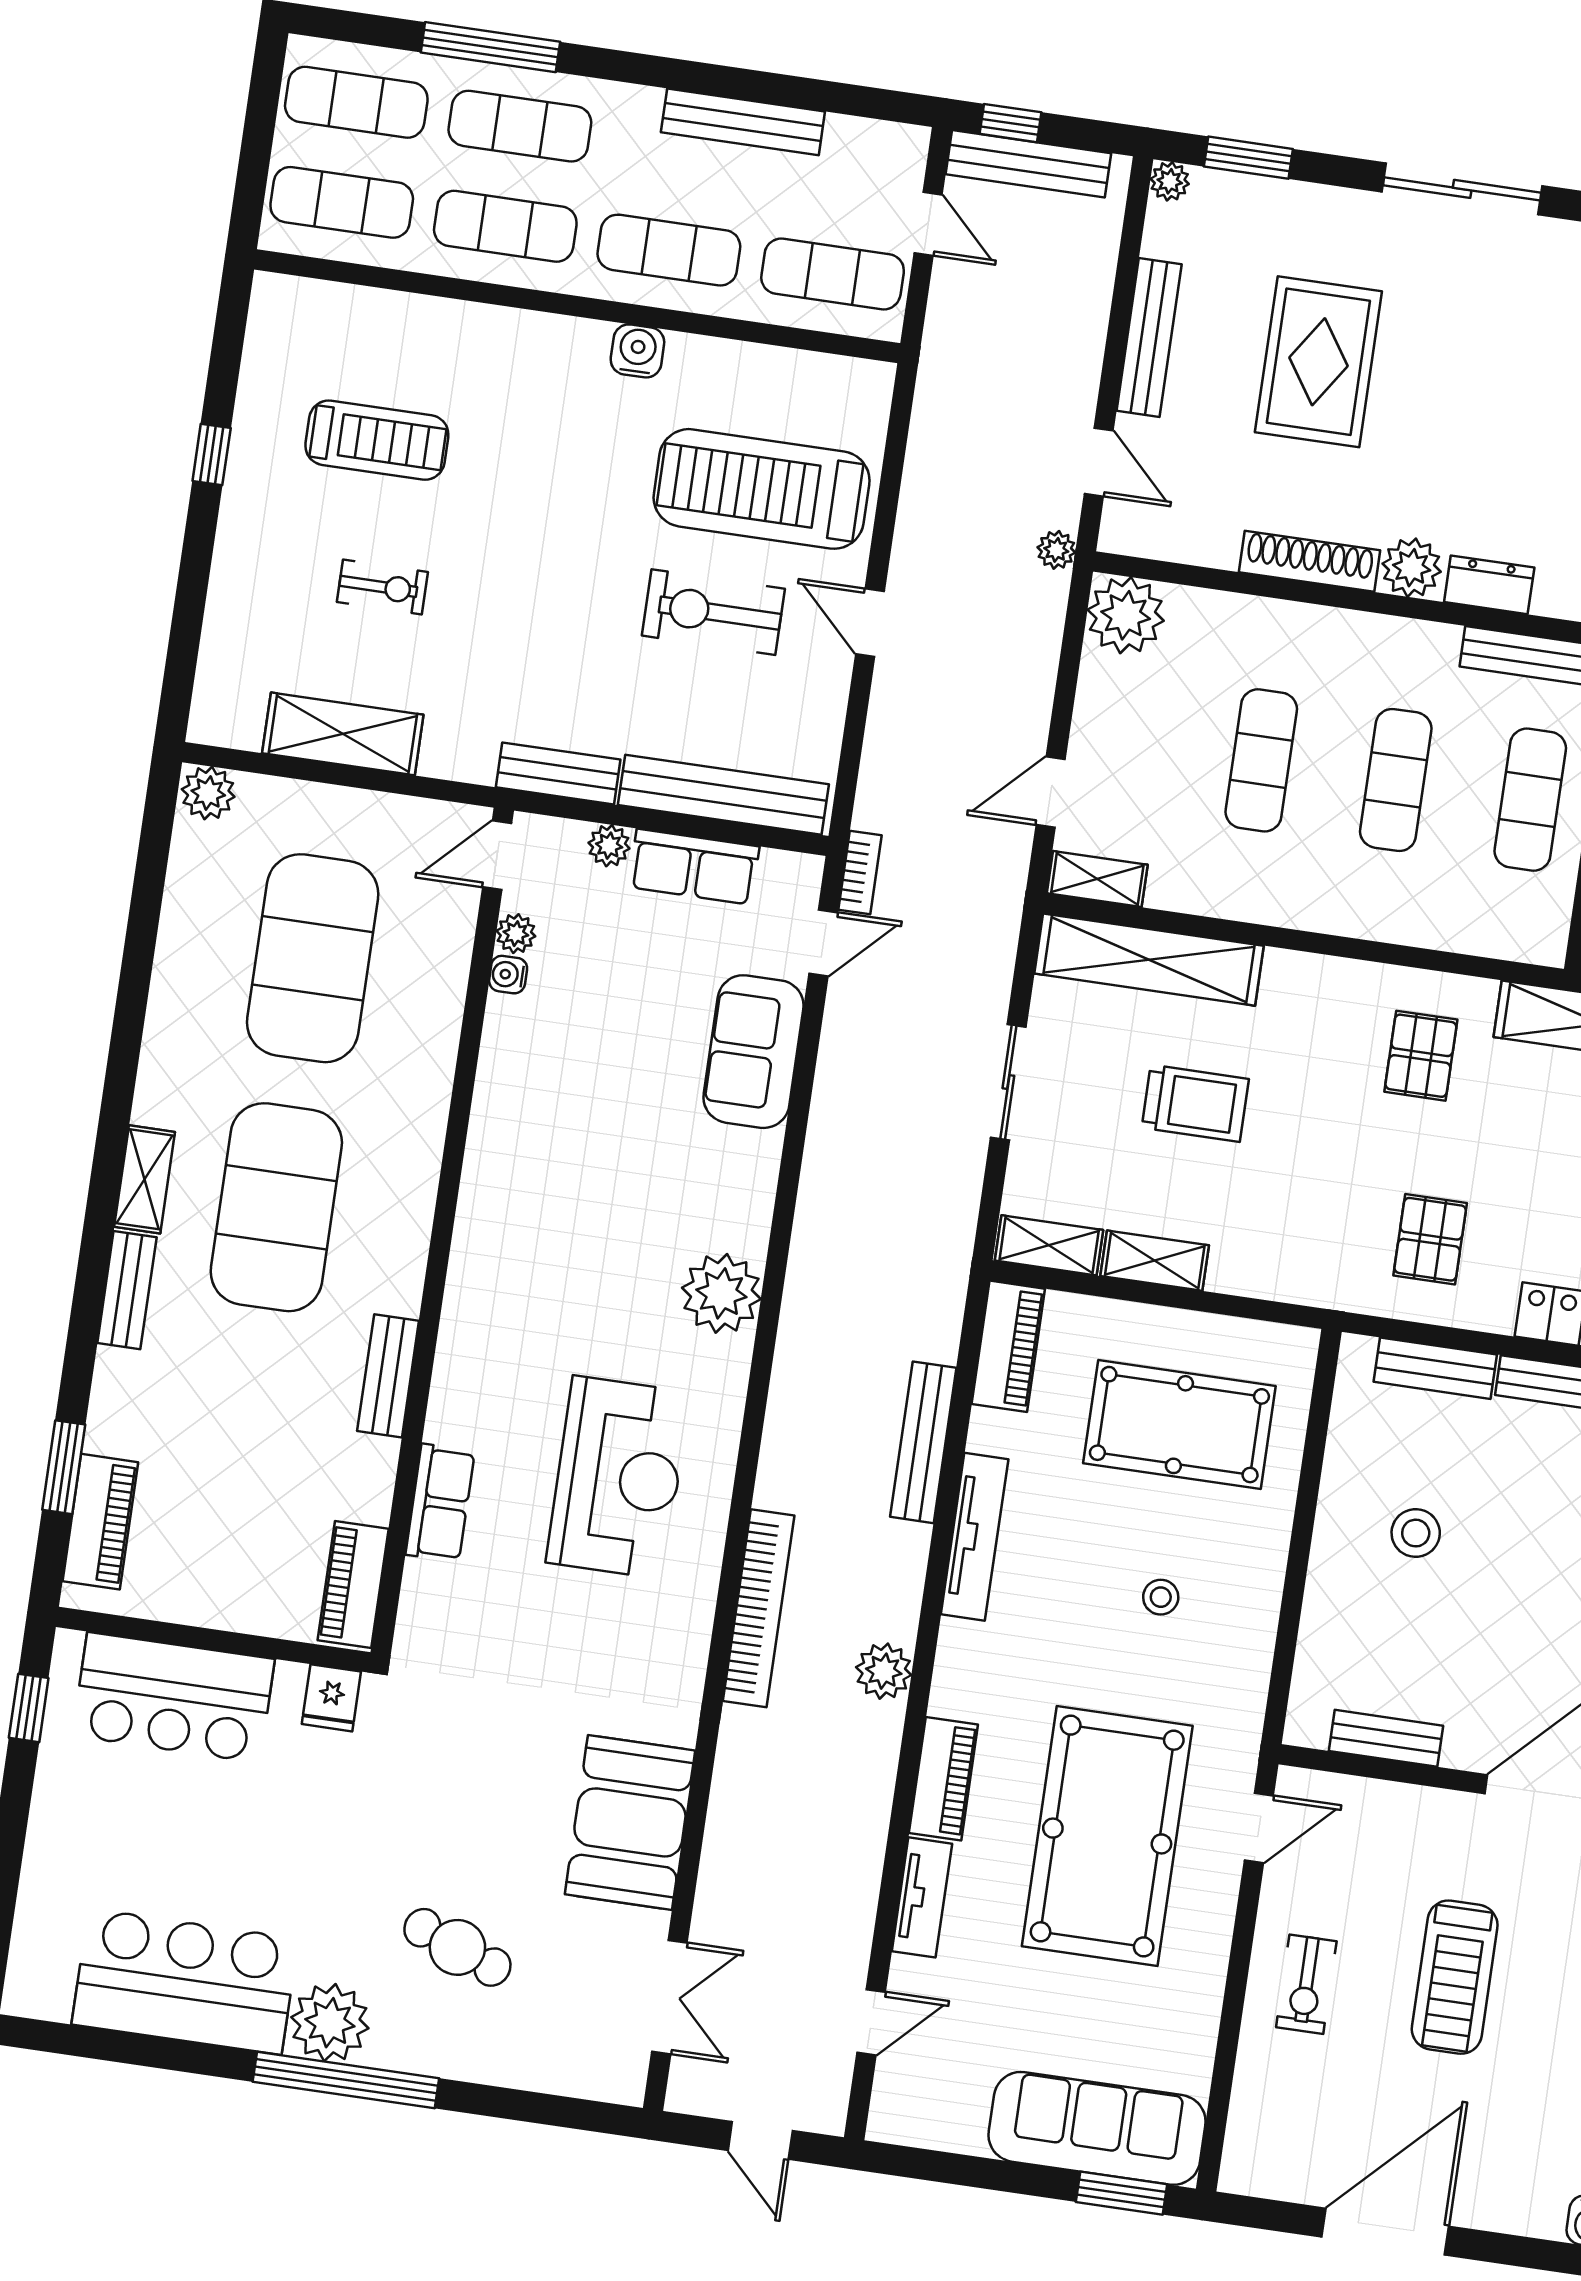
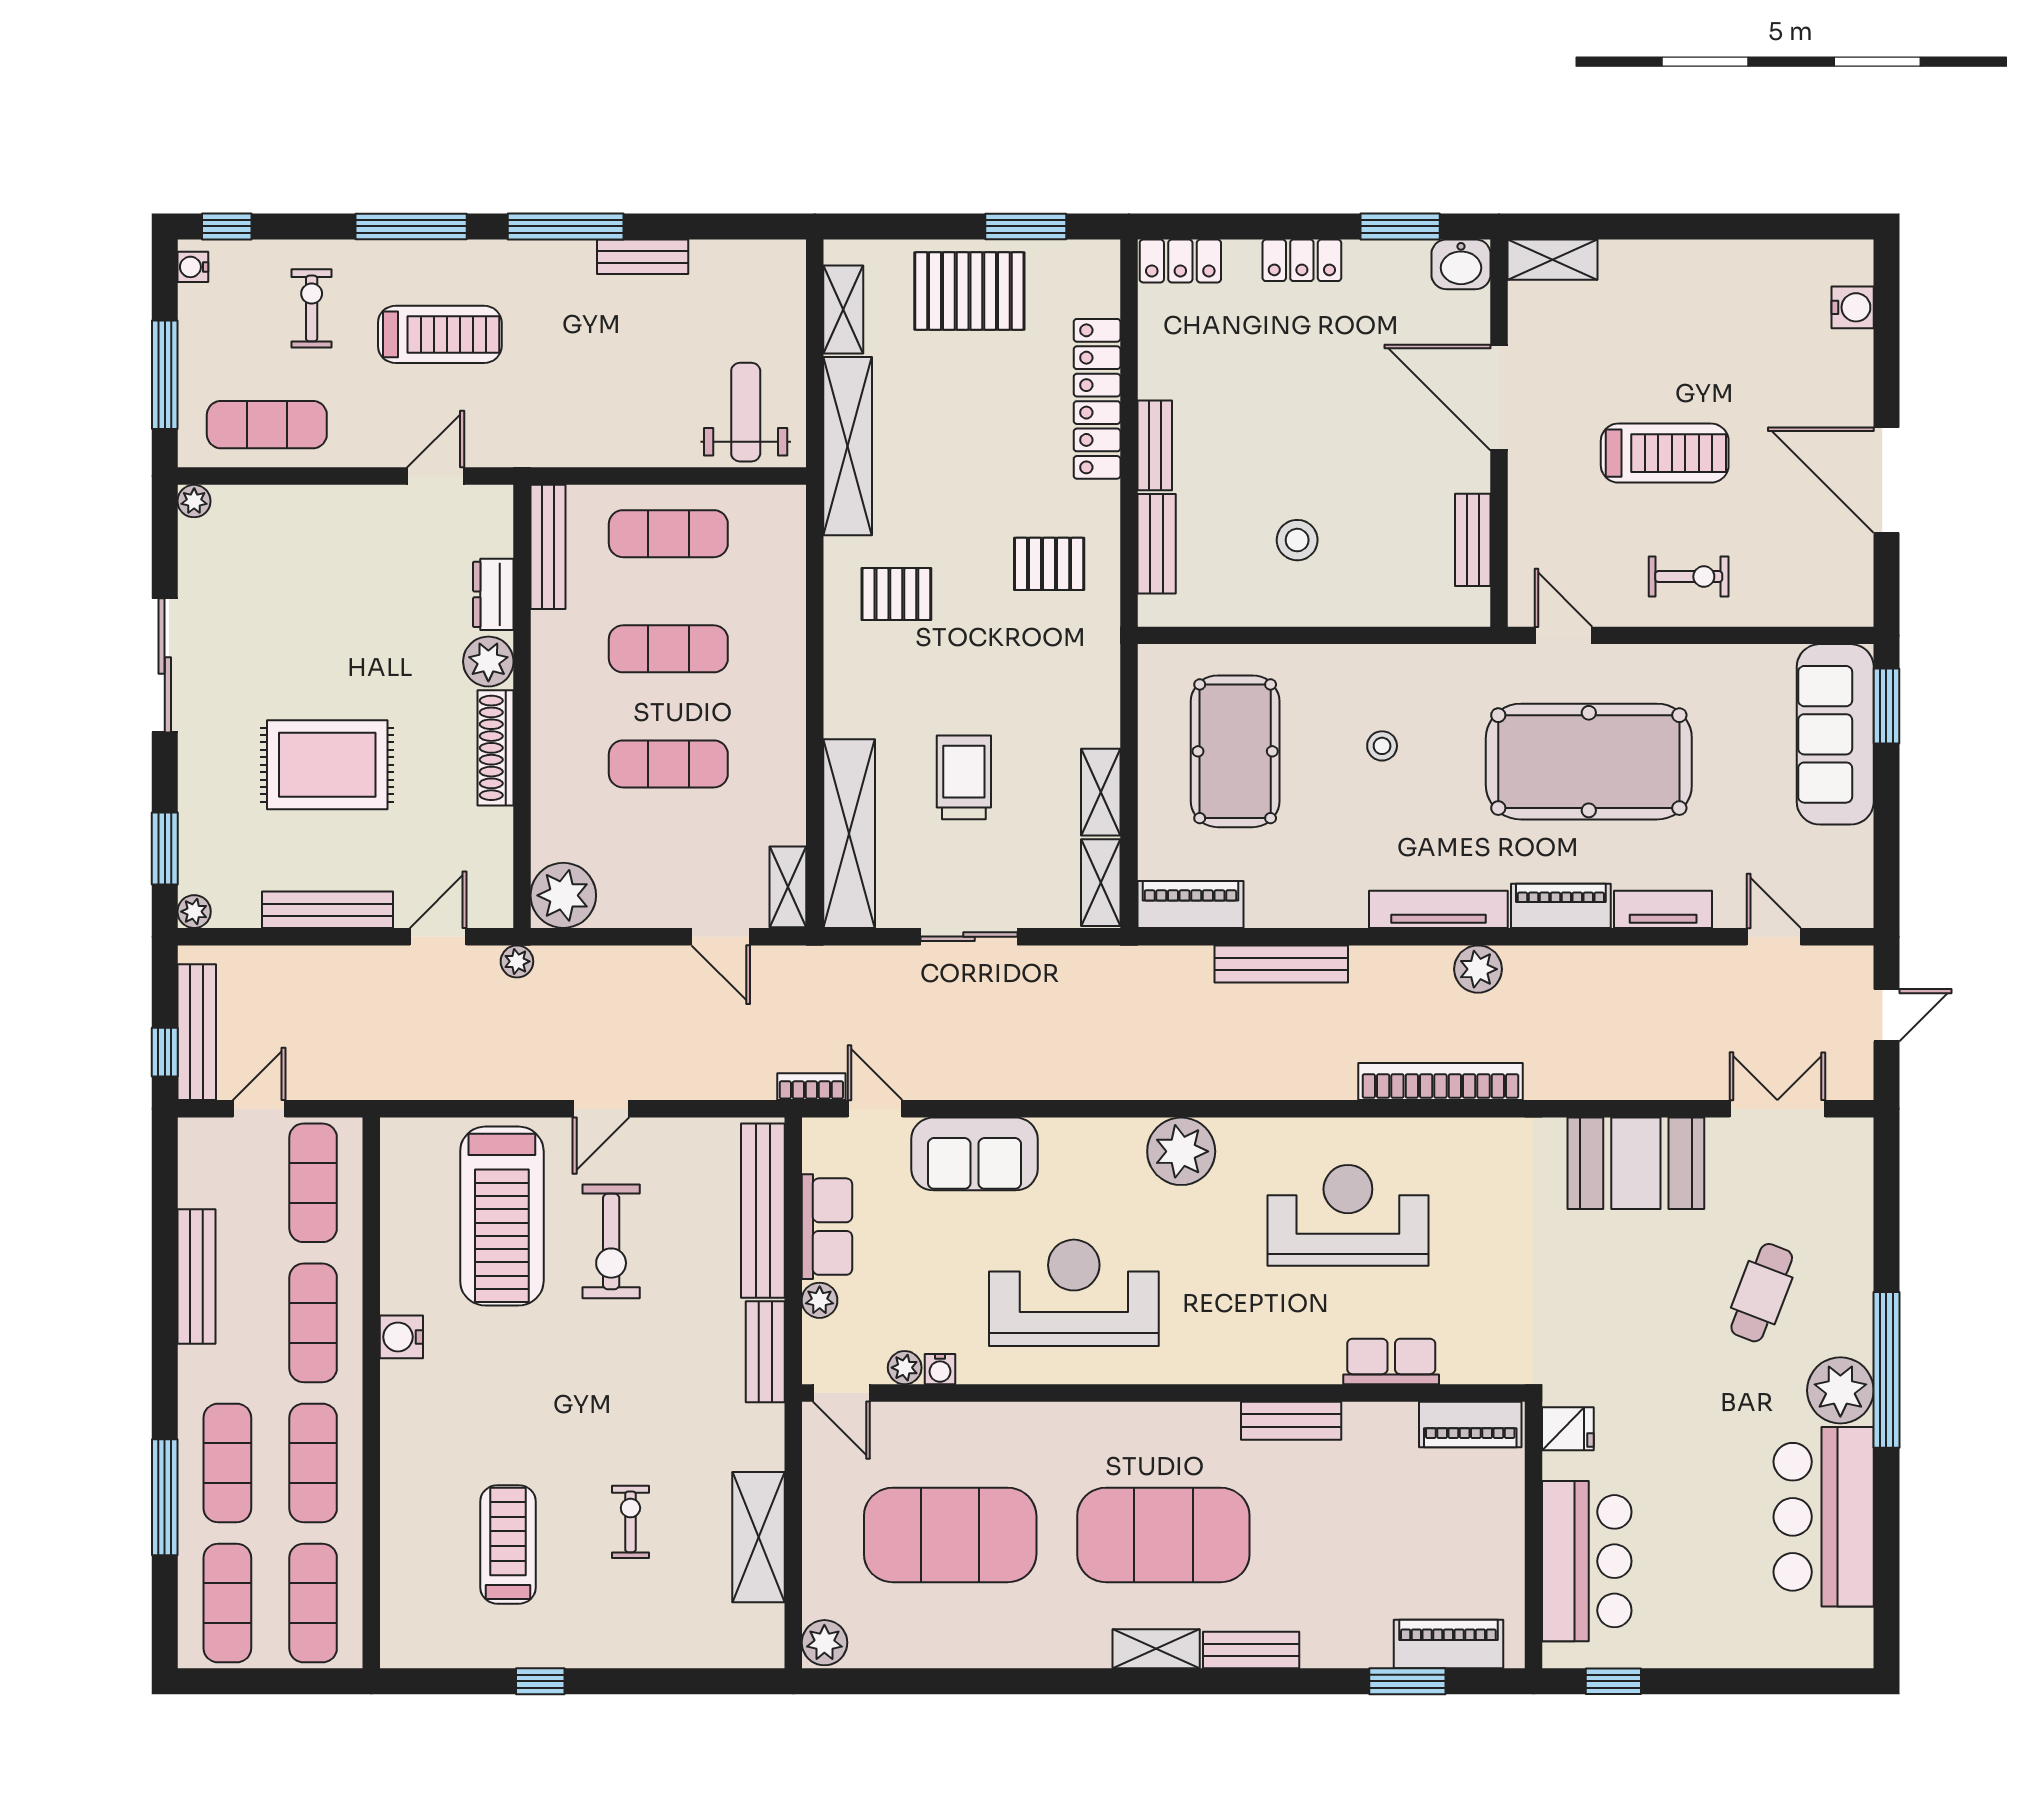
reception desk: (574, 1144) -> (1074, 1293), added
tv unit: (975, 1537) -> (1438, 909), moved

